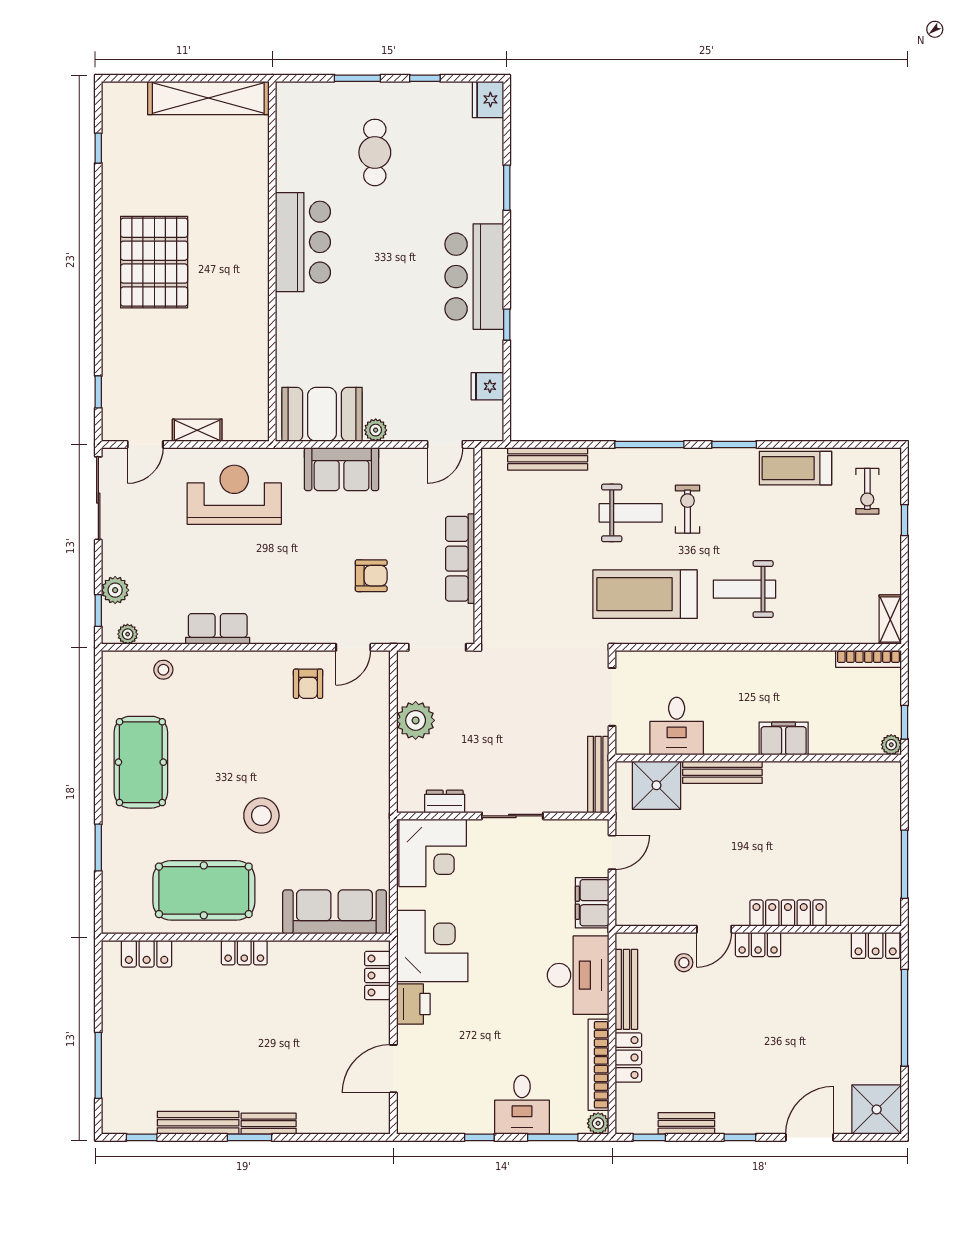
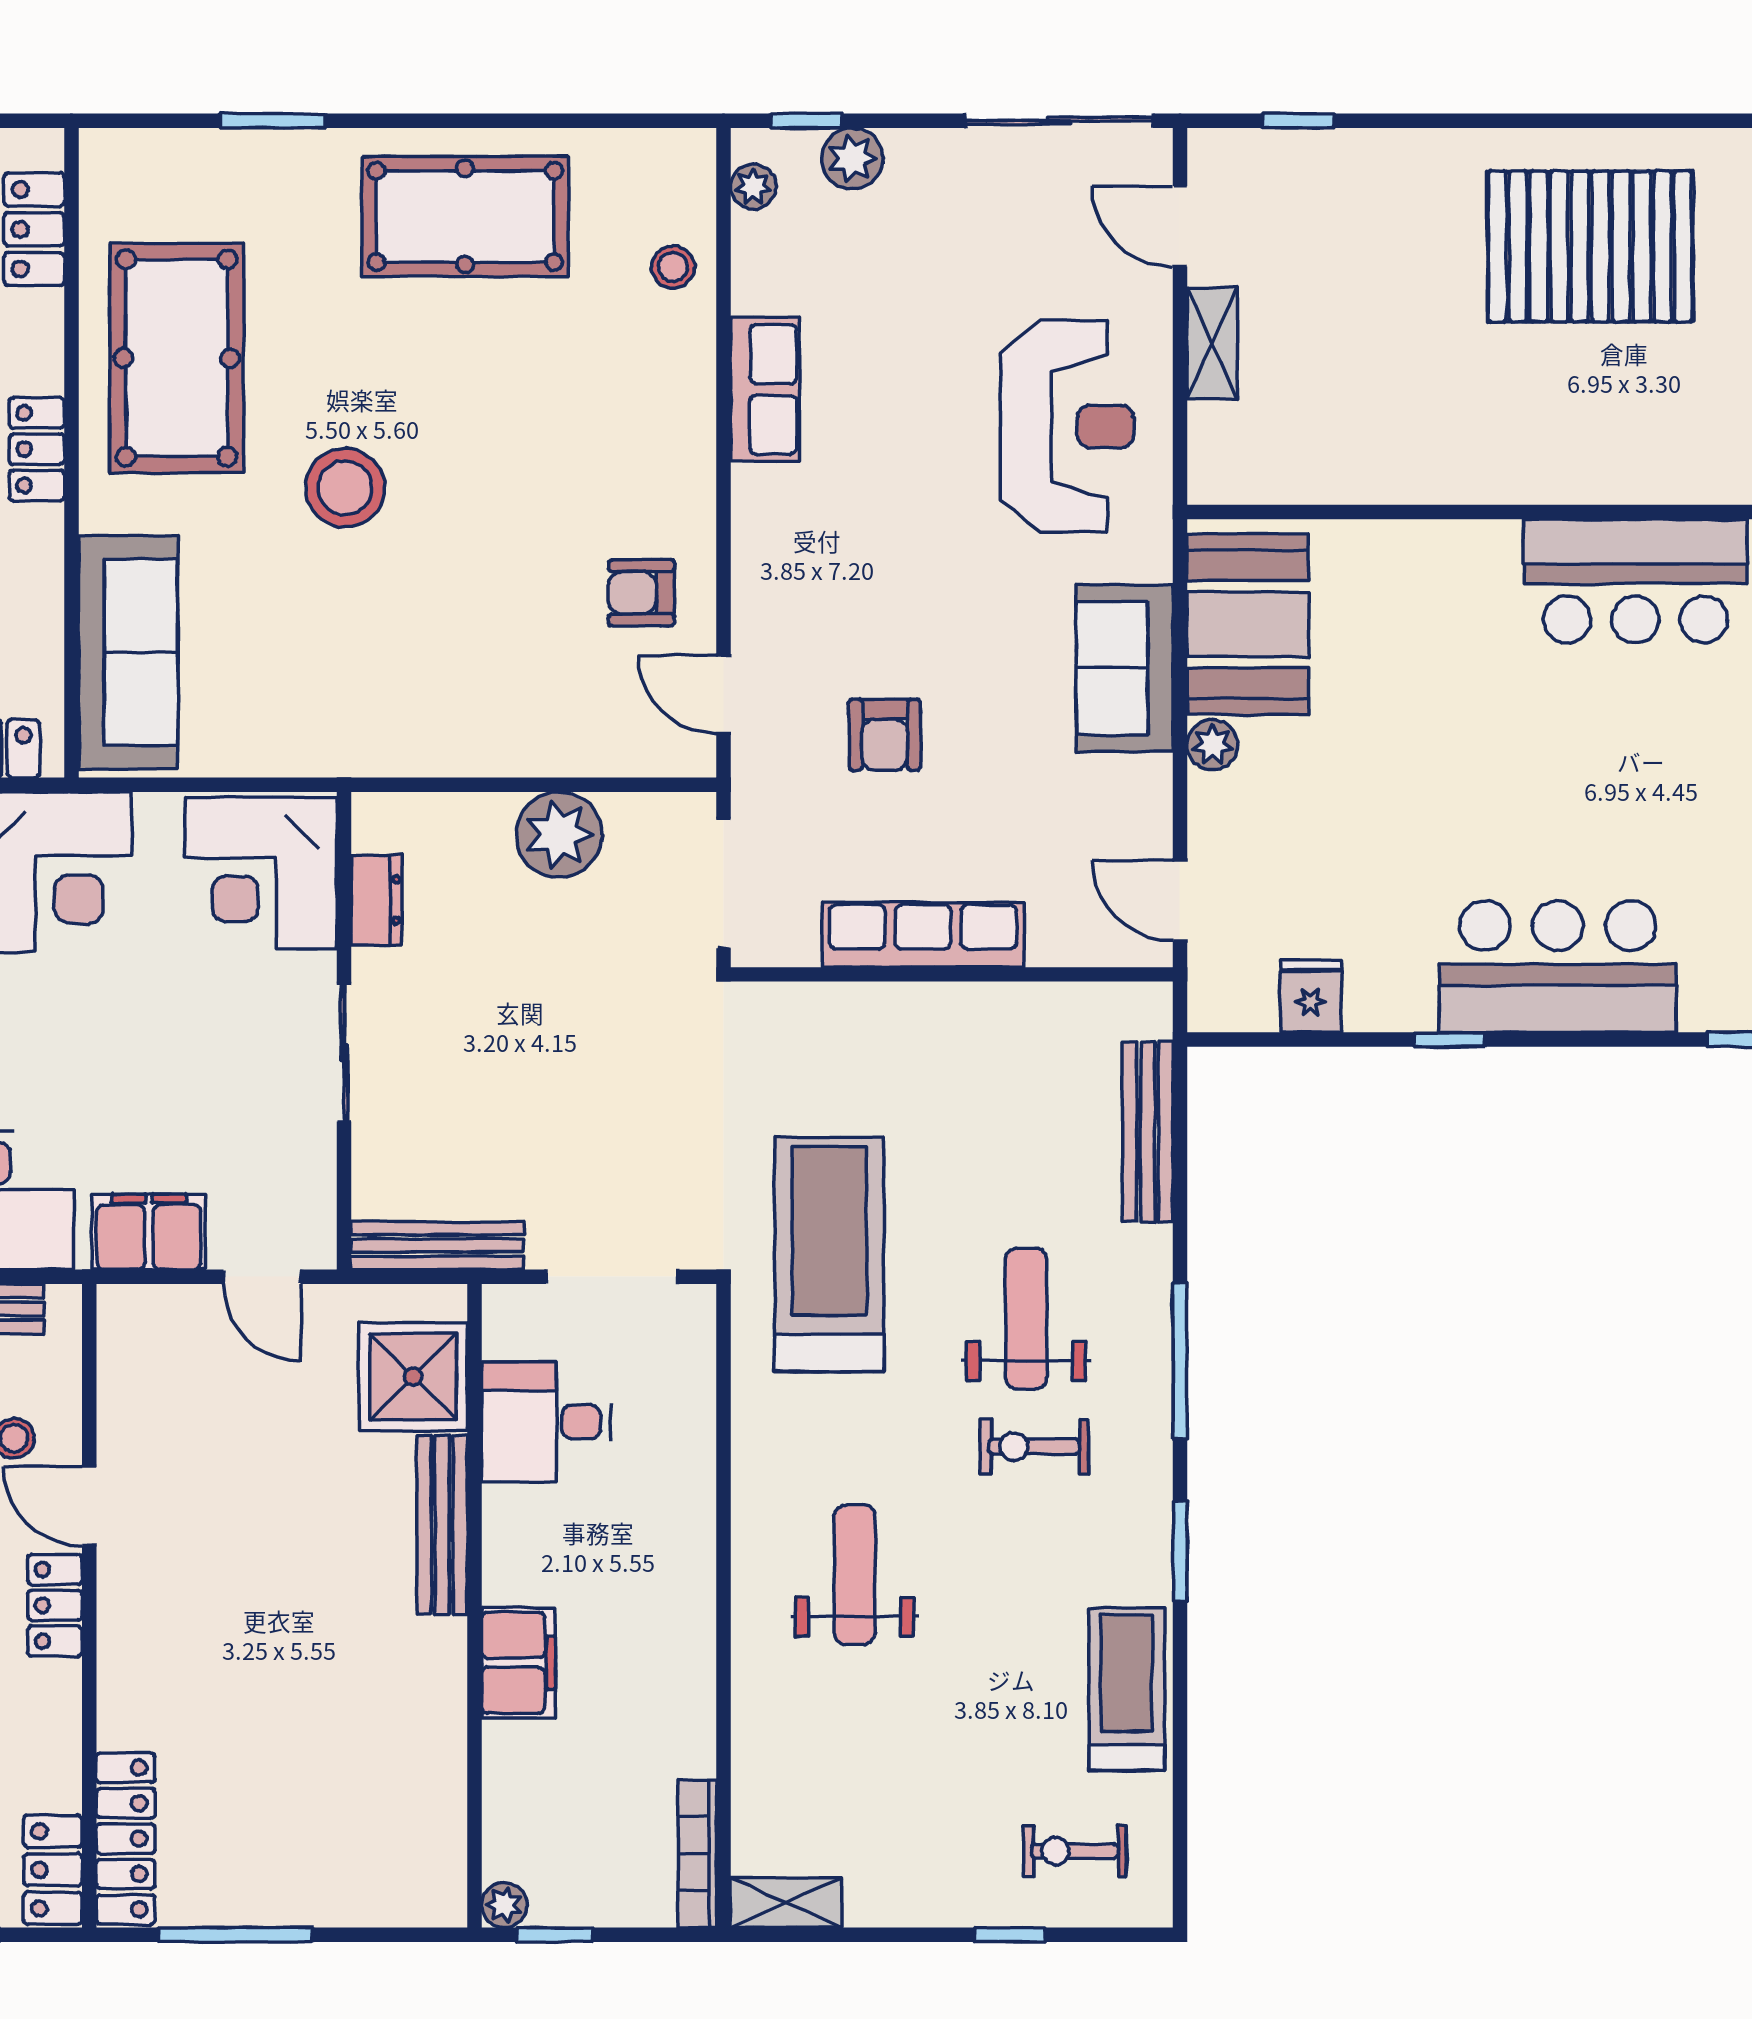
exercise bike: (688, 509) -> (1034, 1447), turned 180
weight bench: (631, 513) -> (1026, 1318), turned 180
treadmill: (645, 594) -> (829, 1254), moved
locker: (788, 913) -> (126, 1839), moved

